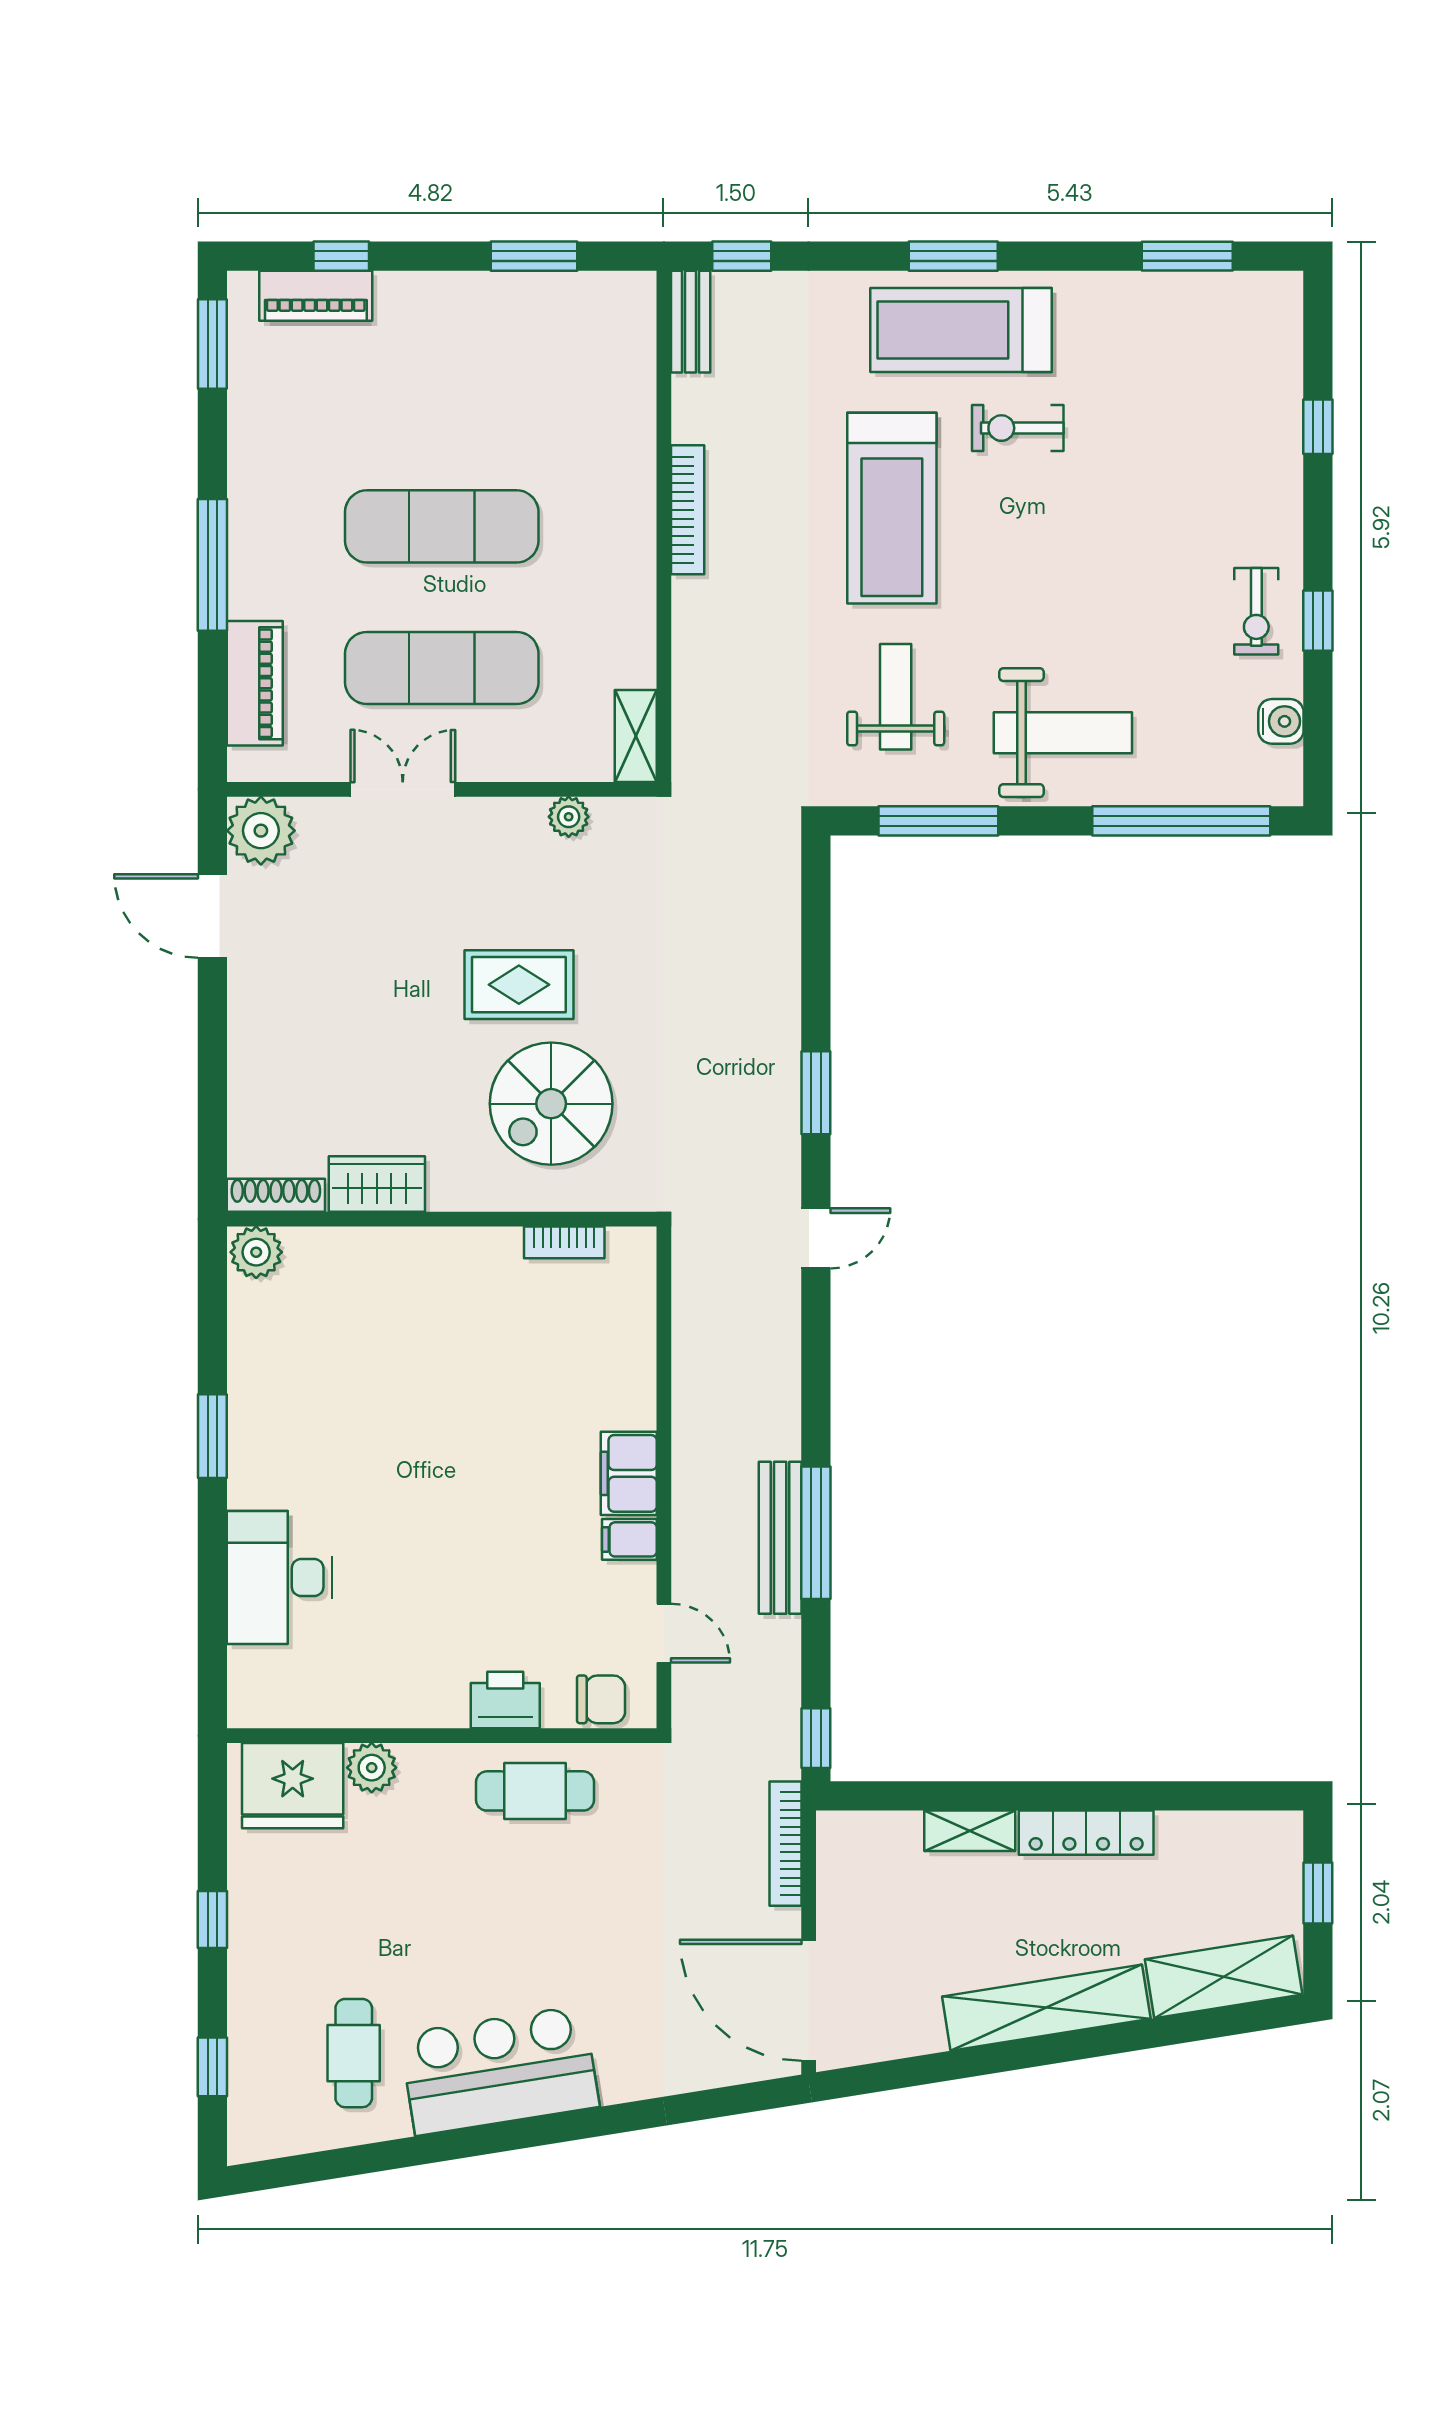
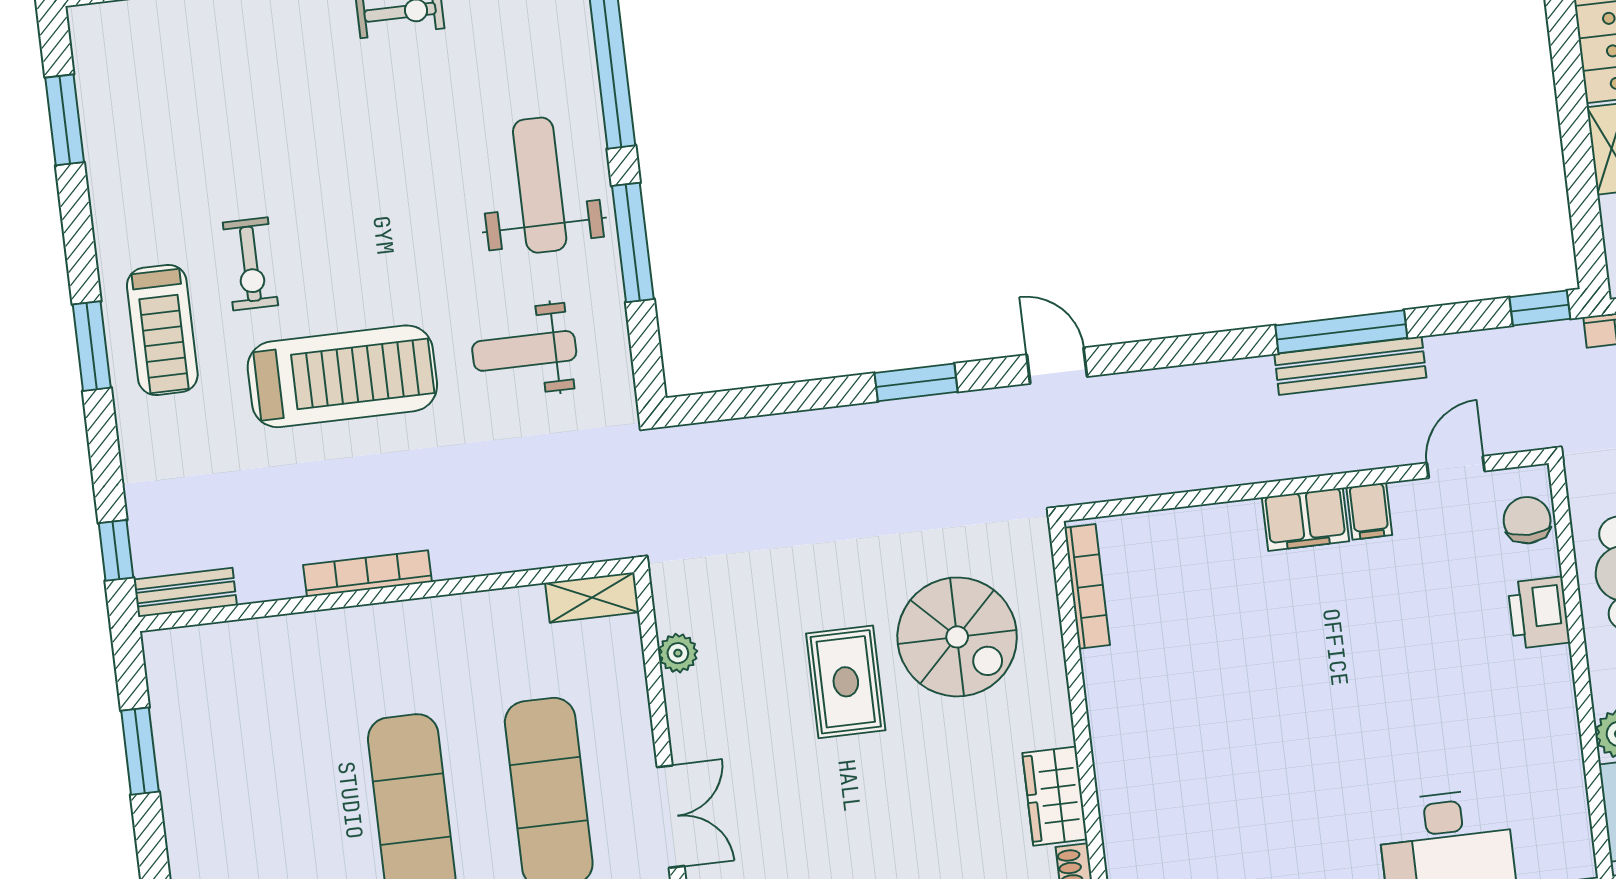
treadmill: (961, 330) -> (162, 330), width x0.73, depth x0.73
double door: (403, 789) -> (671, 817), swing flipped
window: (938, 821) -> (633, 243), moved
bookcase: (564, 1242) -> (1087, 586), width x1.56

